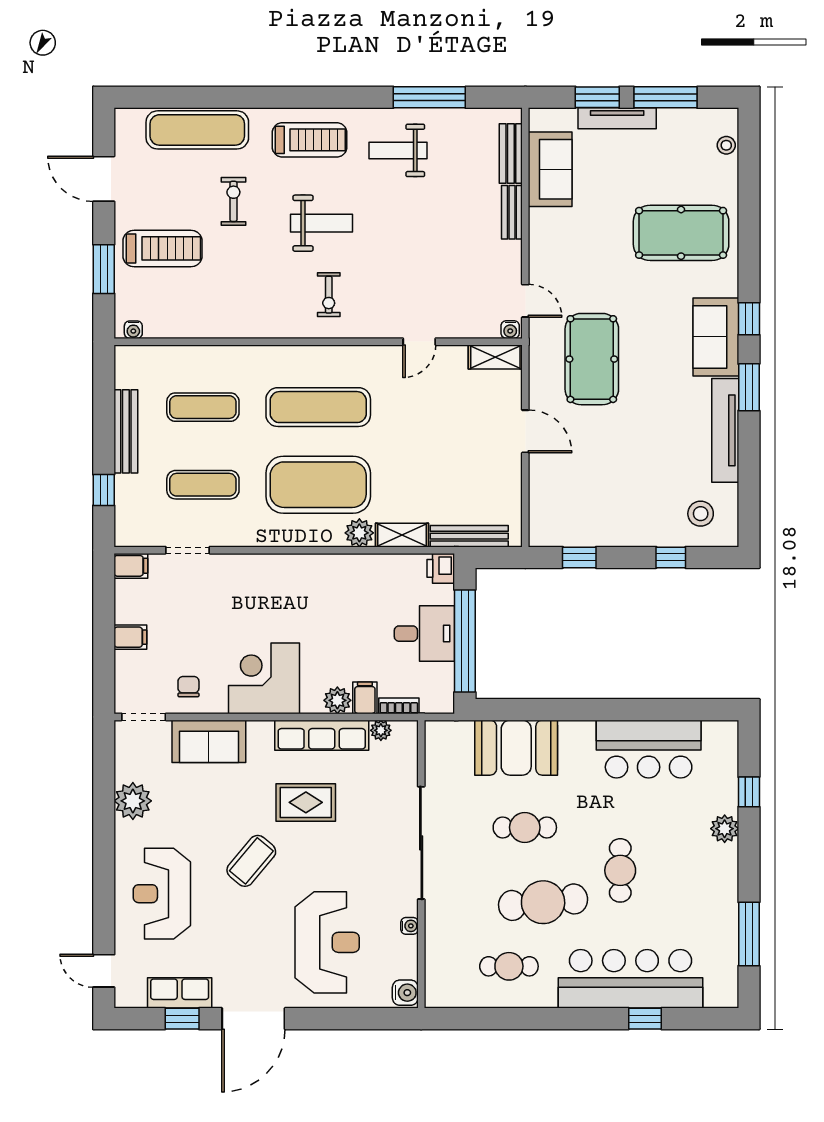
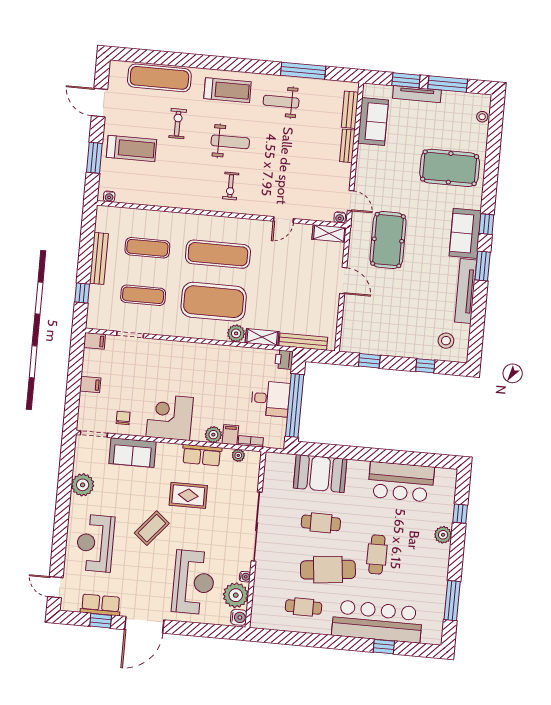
row of seats: (322, 735) -> (202, 455), width x0.68
plant: (397, 957) -> (236, 595), added

